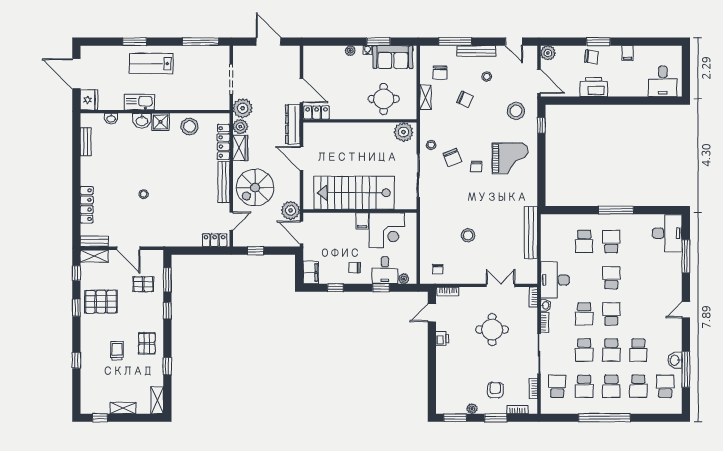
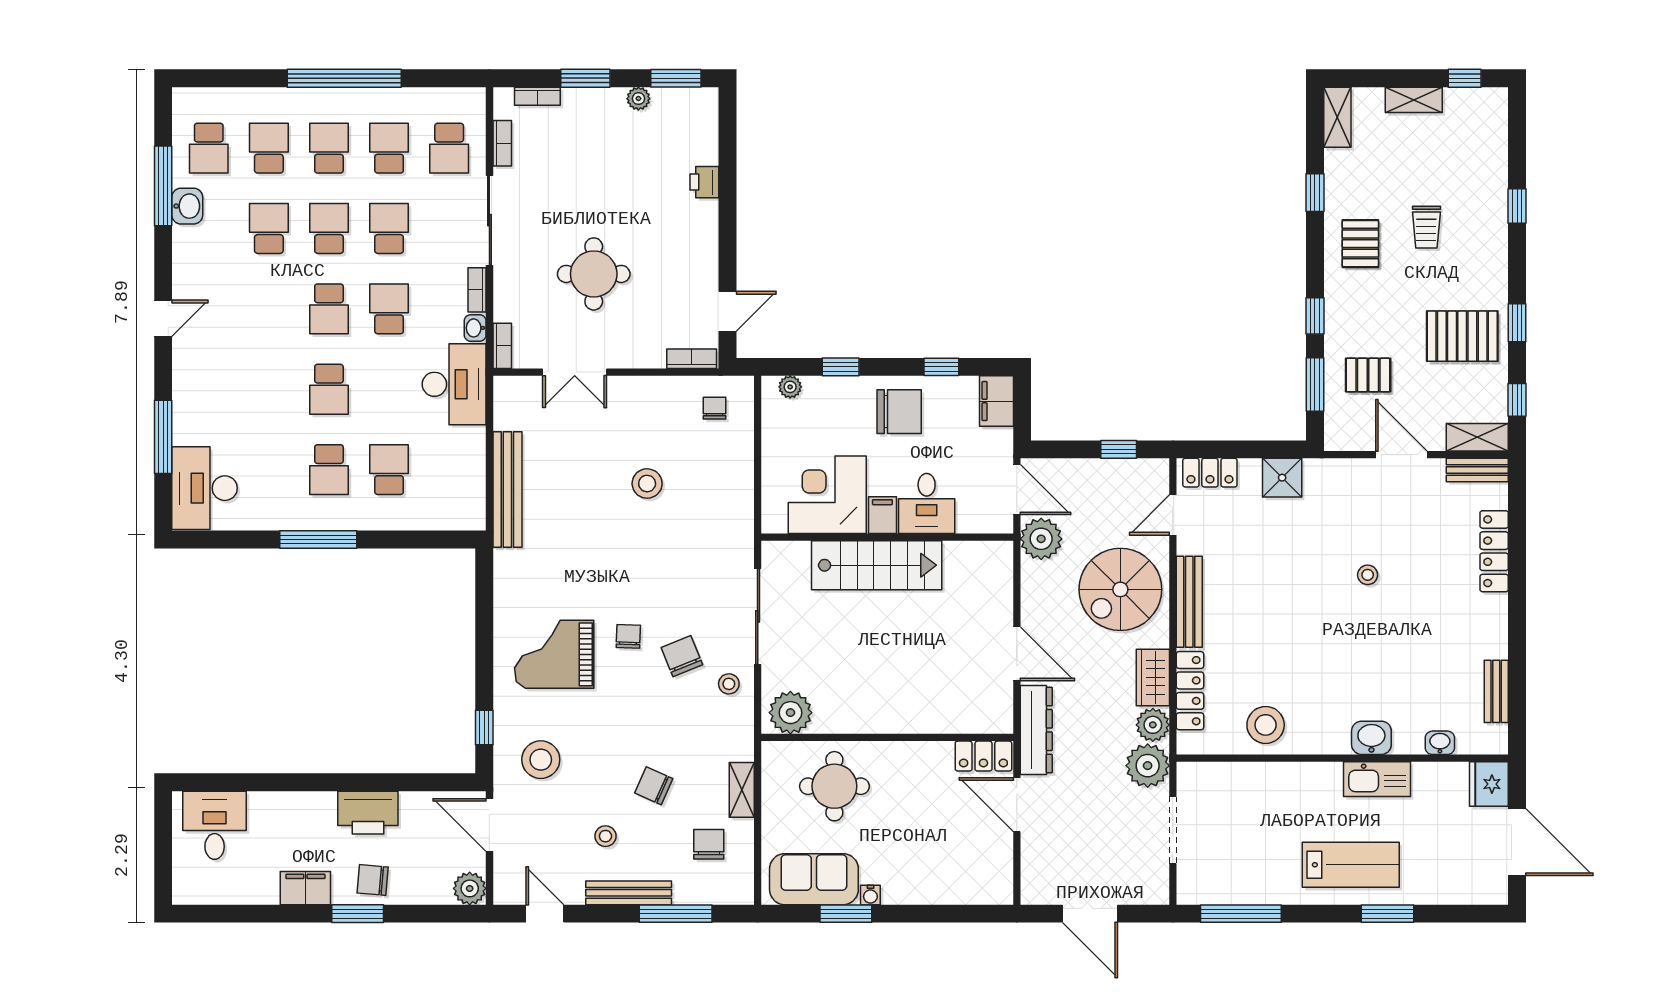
plant: (350, 51) -> (909, 894), removed
filing cabinet: (628, 53) -> (305, 888), width x2.00
shower: (161, 122) -> (1282, 478), moved
spiral stairs: (255, 188) -> (1120, 589), turned 180
stairs: (354, 193) -> (877, 565), width x0.73, depth x0.66
chair: (355, 268) -> (899, 412), width x1.87, depth x1.87
desk: (385, 270) -> (927, 503), moved, turned 180
printer: (442, 339) -> (704, 182), moved
armchair: (495, 390) -> (587, 140), removed

